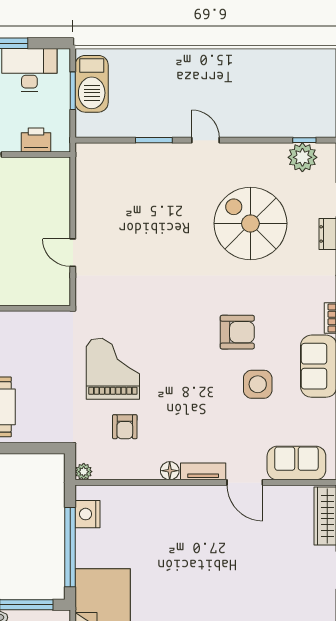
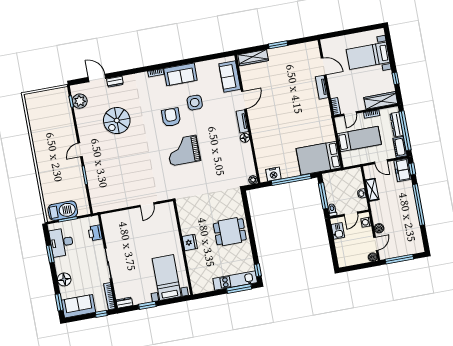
spiral stairs: (250, 223) -> (117, 121), width x0.73, depth x0.73
grand piano: (113, 369) -> (183, 150), moved
armchair: (125, 427) -> (227, 164), removed

